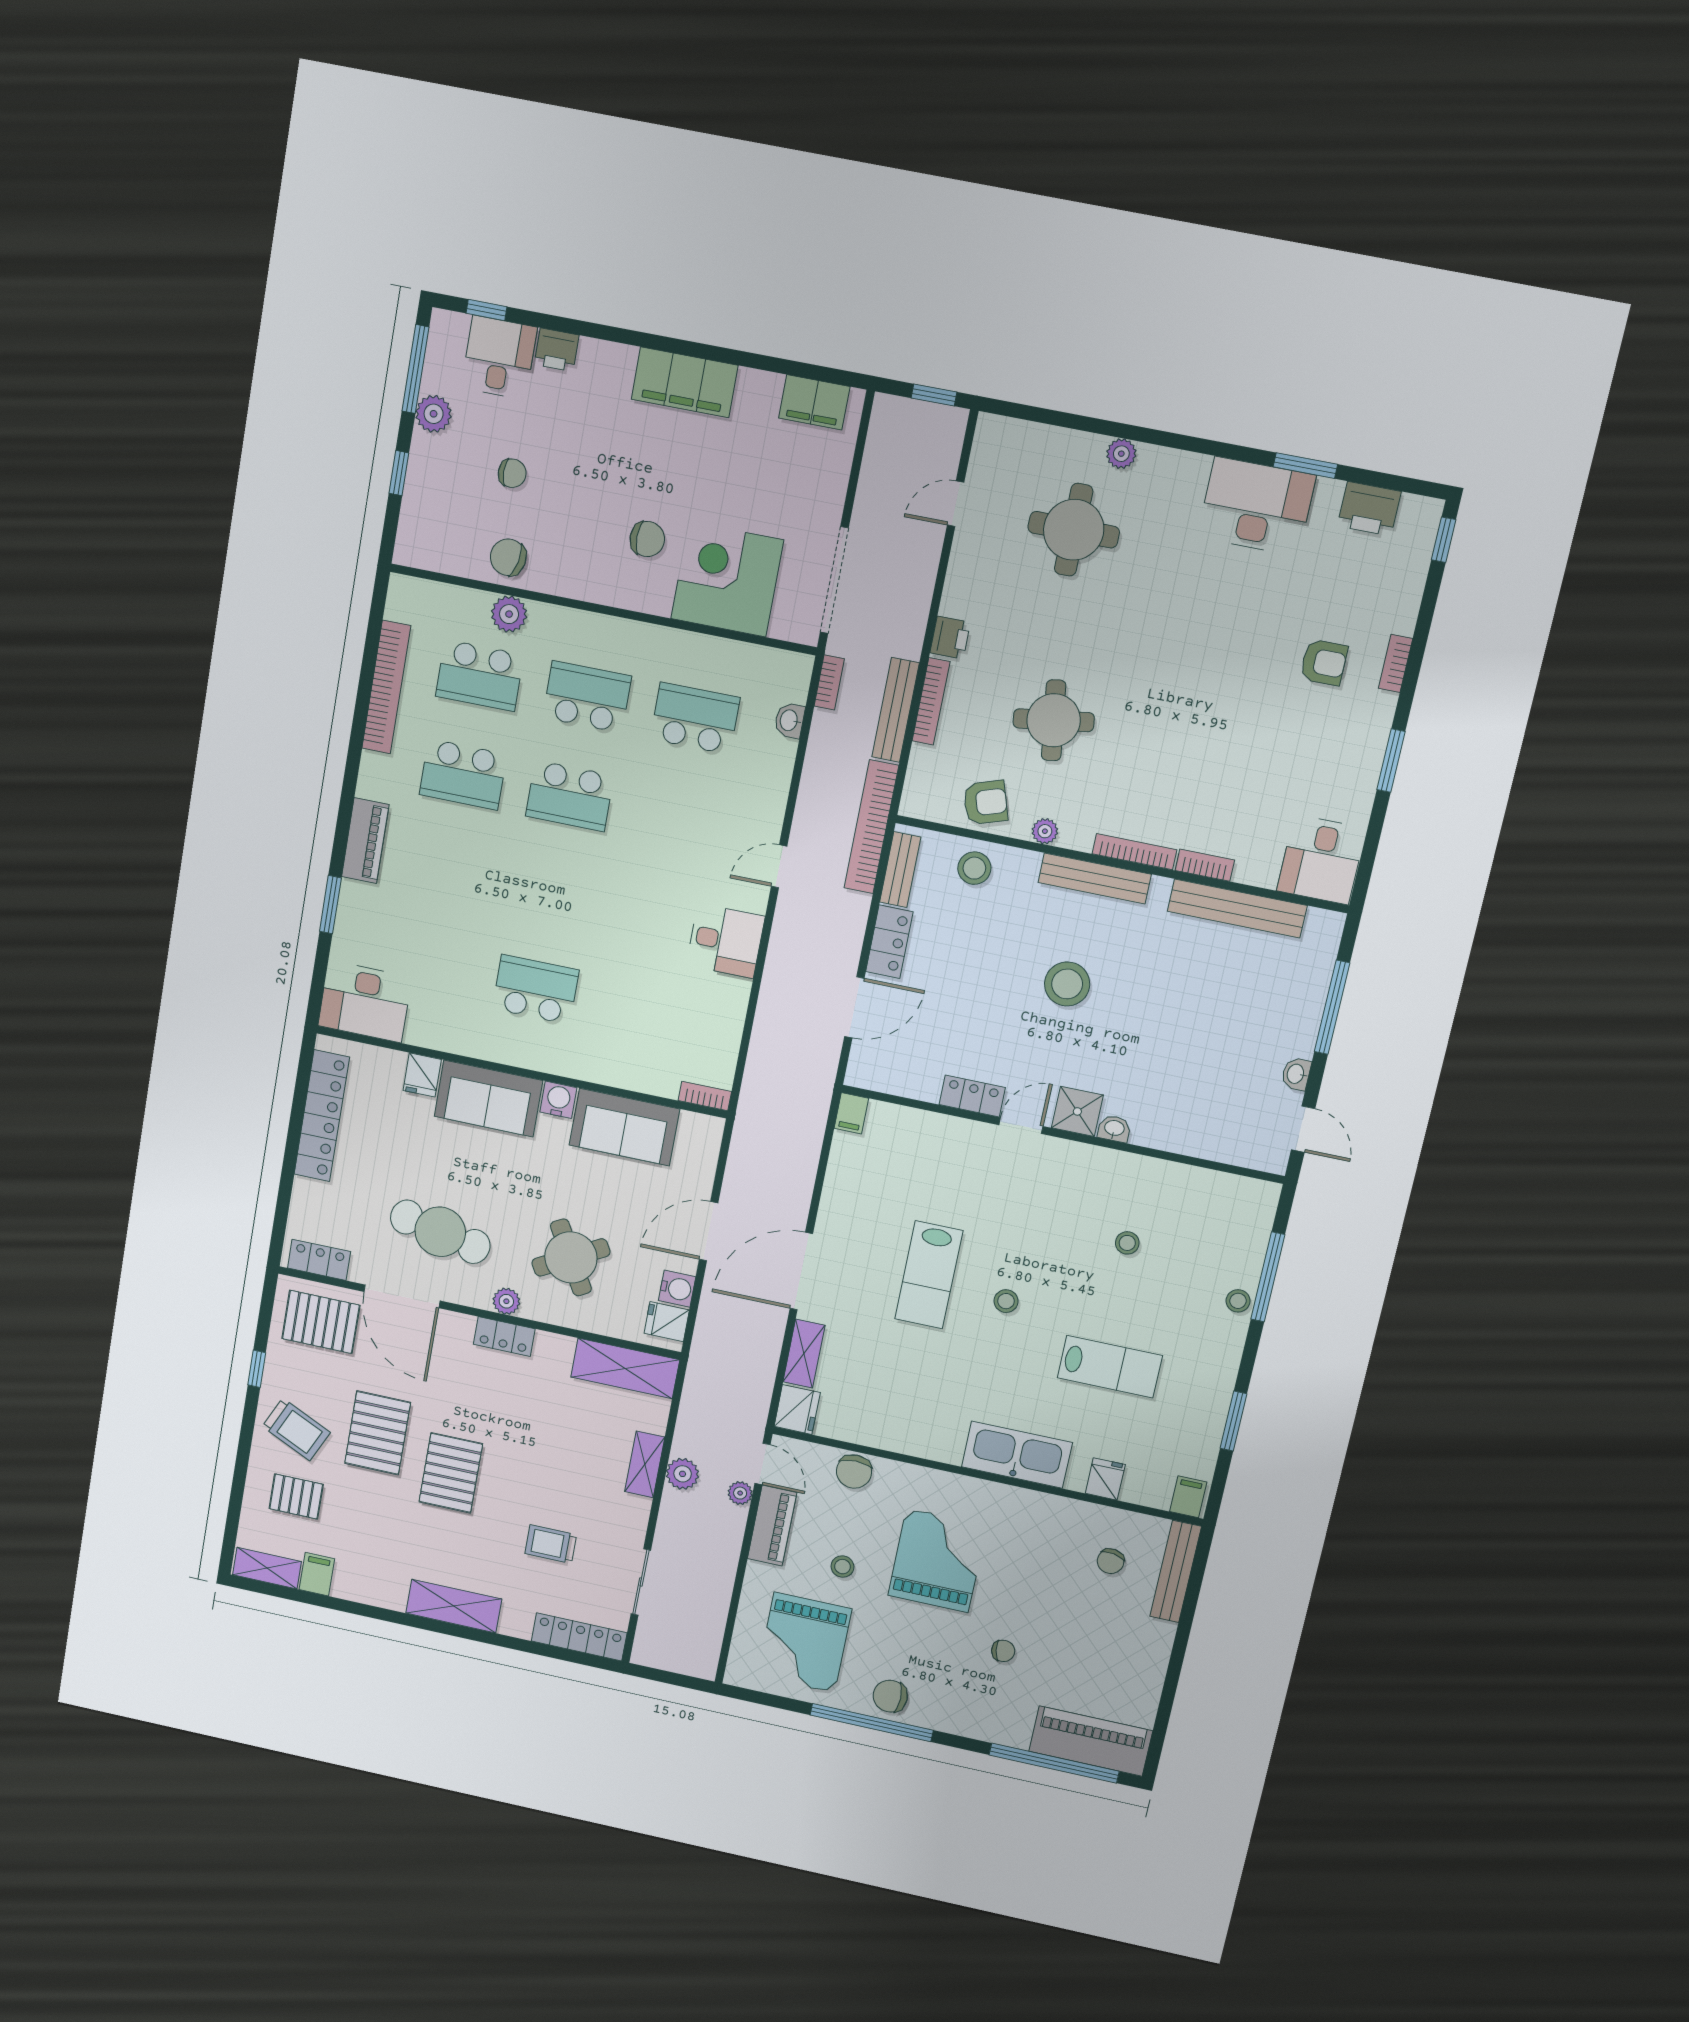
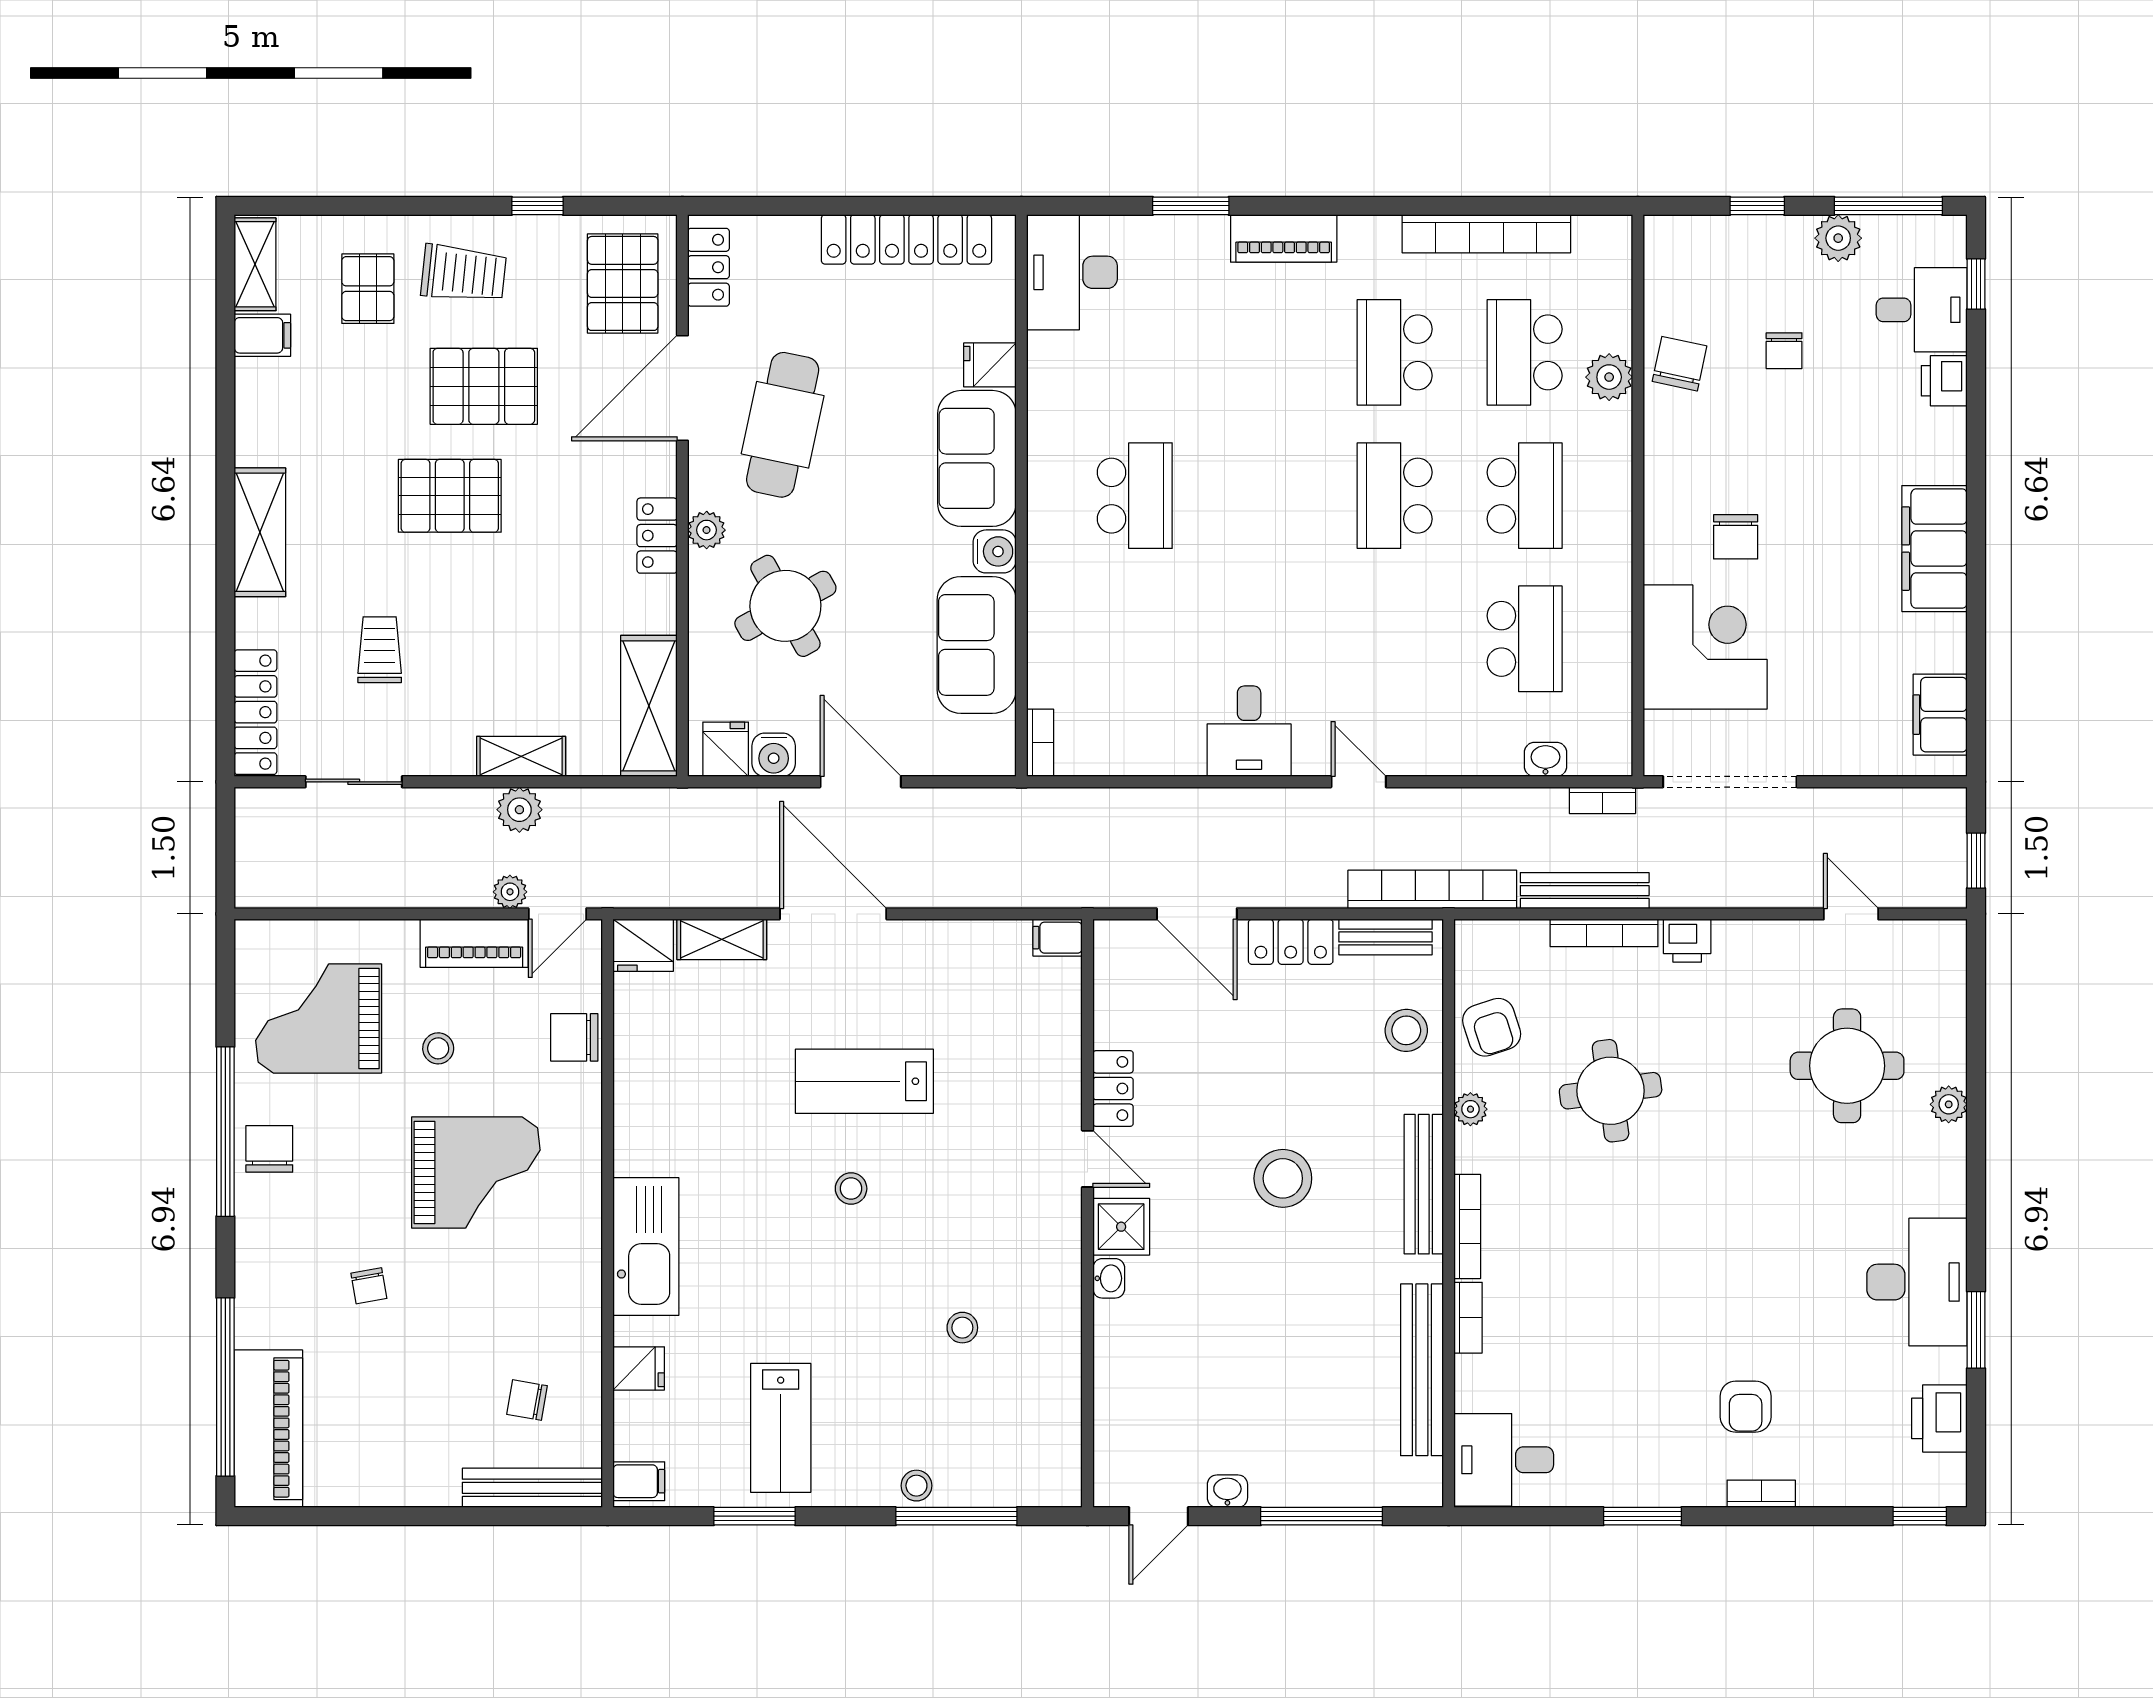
lab bench: (1110, 1367) -> (781, 1428), moved
trolley: (296, 1429) -> (464, 274), turned -109

